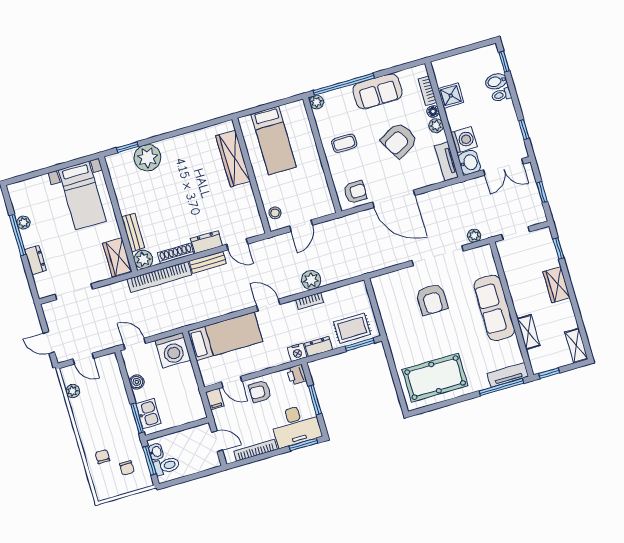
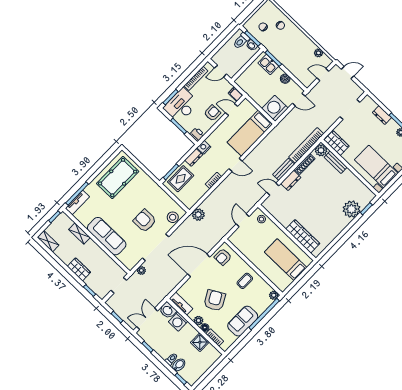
plant: (311, 280) -> (198, 215), moved
stool: (392, 283) -> (173, 217), added

